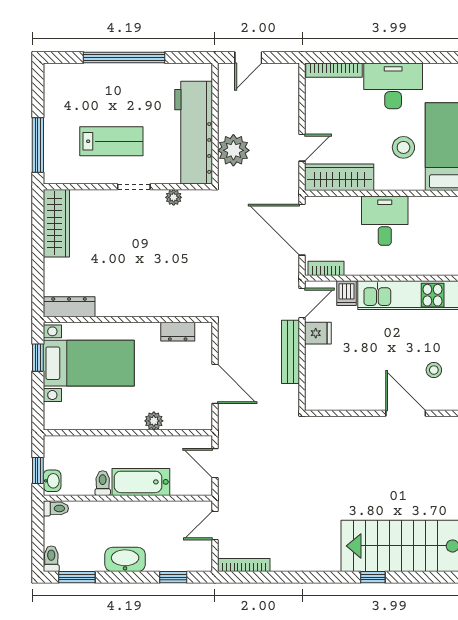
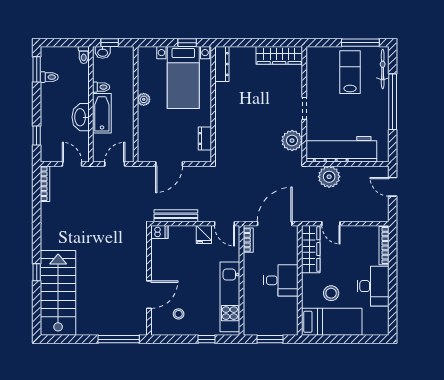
bicycle: (76, 72) -> (383, 69), added
lab bench: (111, 141) -> (350, 72), moved, turned 180
window: (38, 145) -> (360, 43), moved
plant: (174, 197) -> (292, 141), width x1.88, depth x1.88
dishwasher: (347, 293) -> (159, 232), moved, turned 180
bench: (291, 352) -> (176, 216), moved
plant: (154, 421) -> (144, 99), moved
toilet: (51, 559) -> (49, 77), moved
washbasin: (125, 559) -> (81, 117), moved, turned 180

